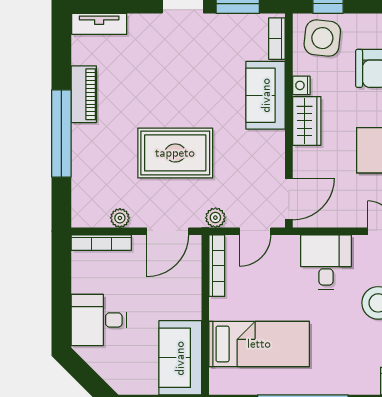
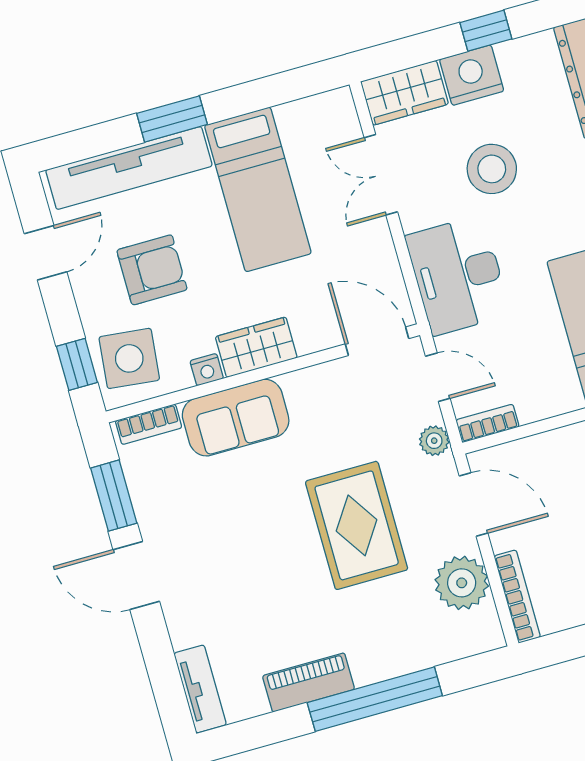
plant: (120, 218) -> (462, 583), width x1.88, depth x1.88
desk: (326, 262) -> (458, 275), width x1.37
bookcase: (217, 266) -> (487, 423), width x0.64

